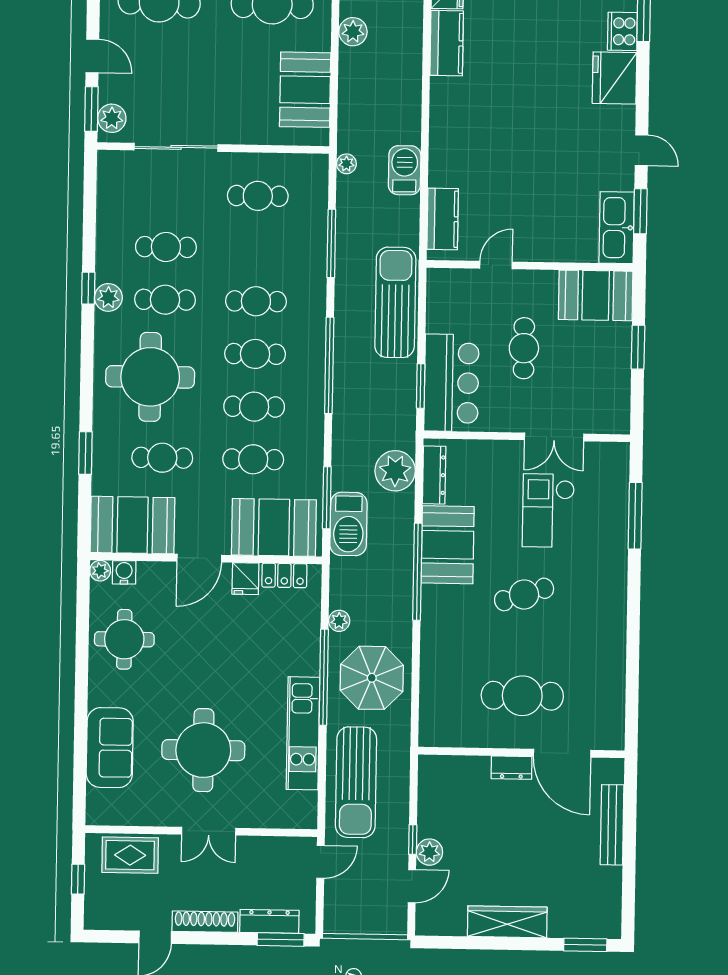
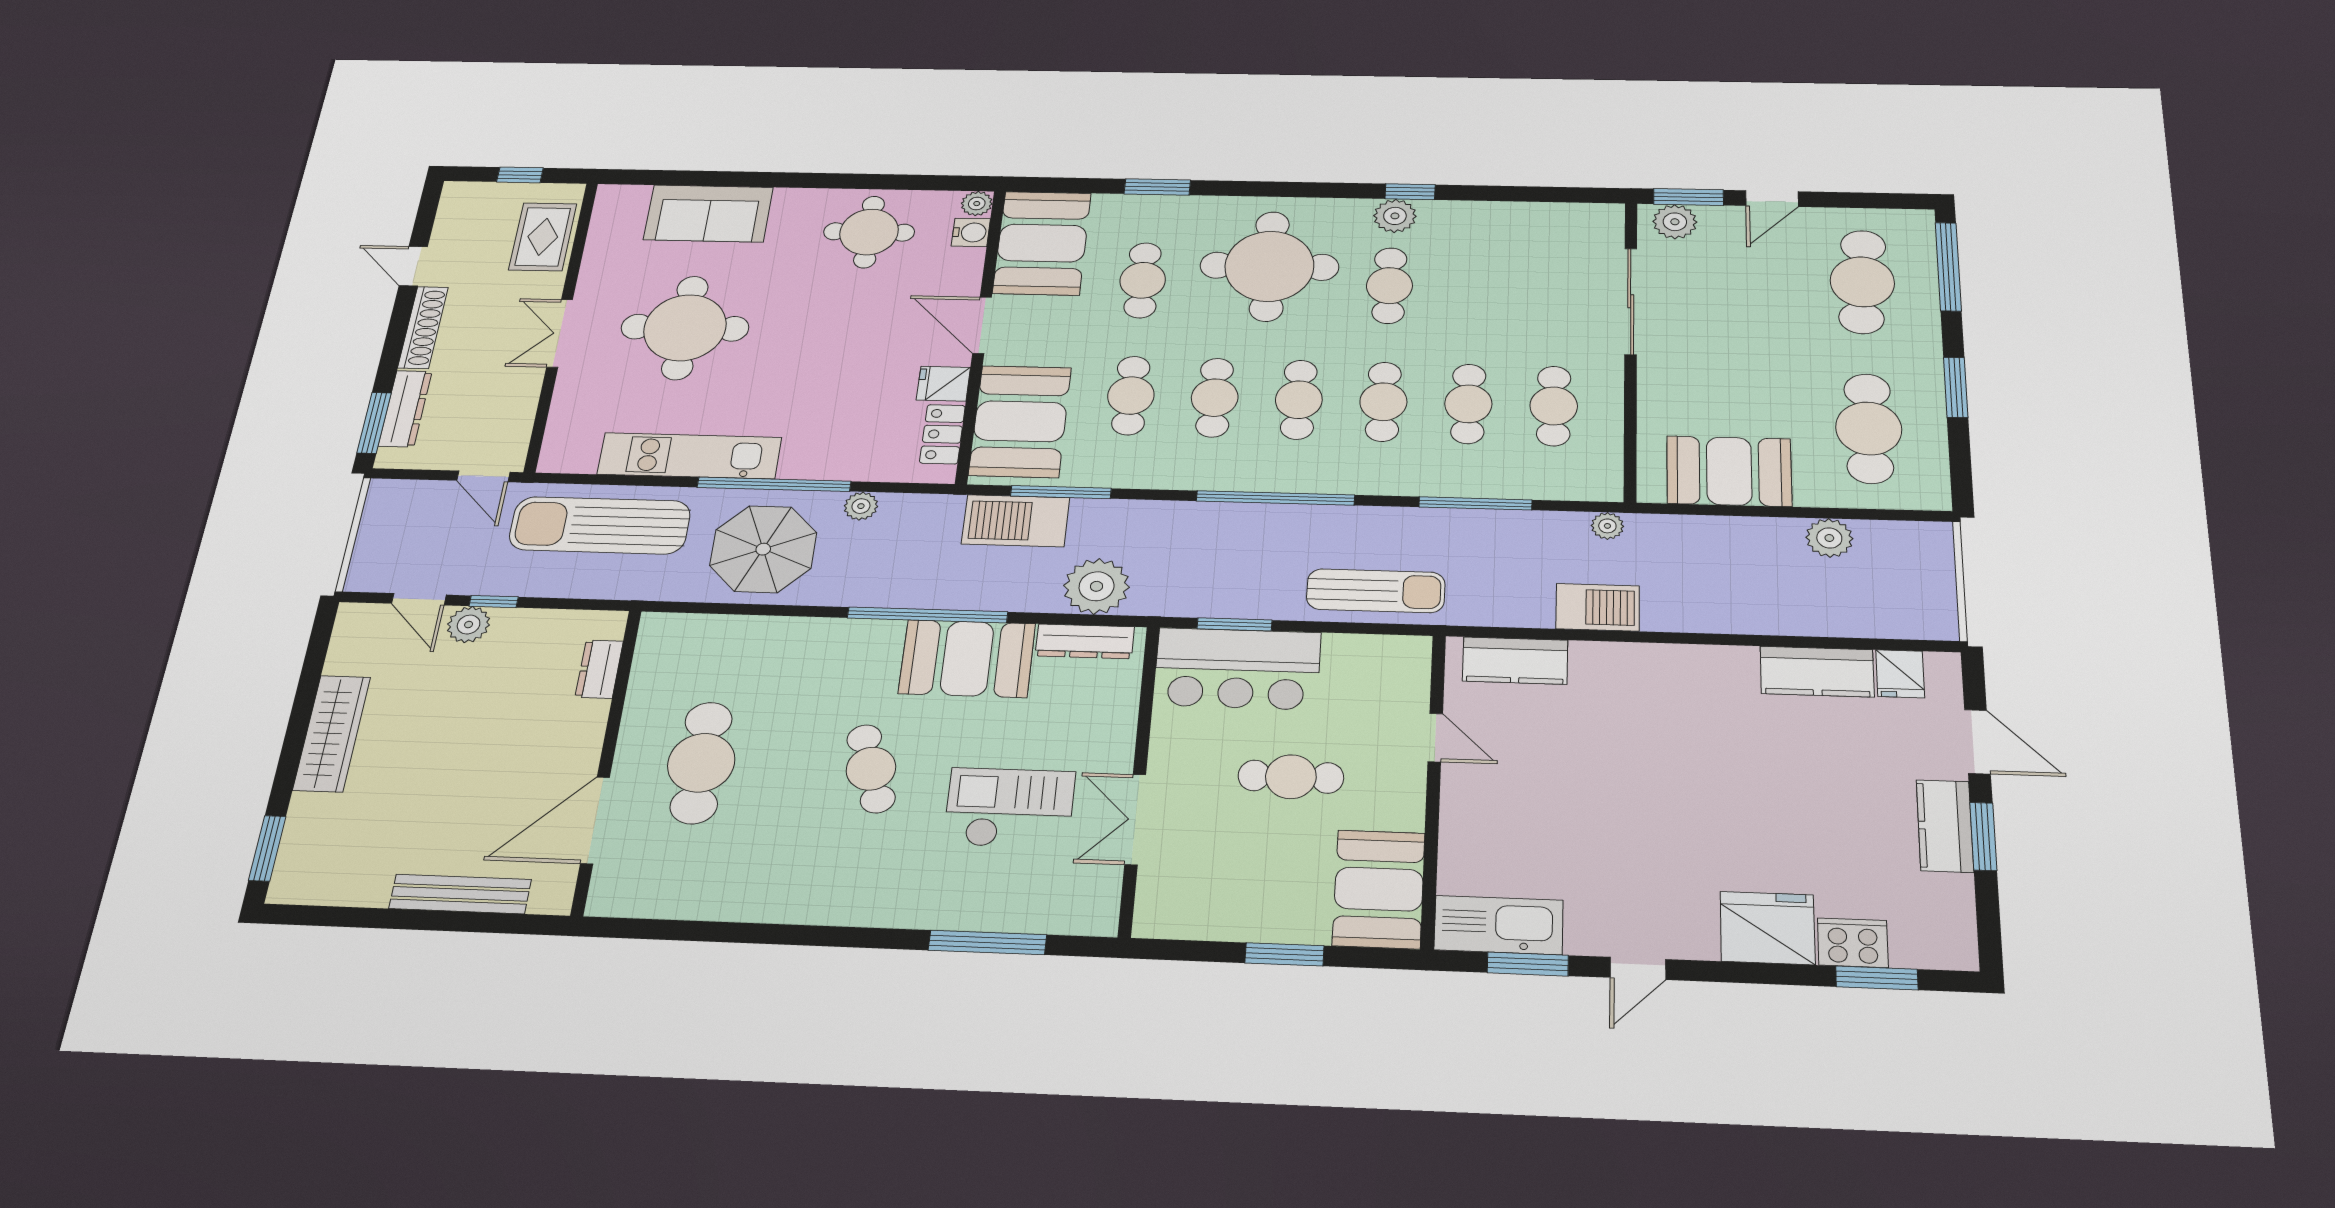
cafe table: (166, 247) -> (1468, 404), moved
sun lounger: (395, 302) -> (1376, 591), width x0.73, depth x0.75
dresser: (512, 768) -> (599, 669), moved

